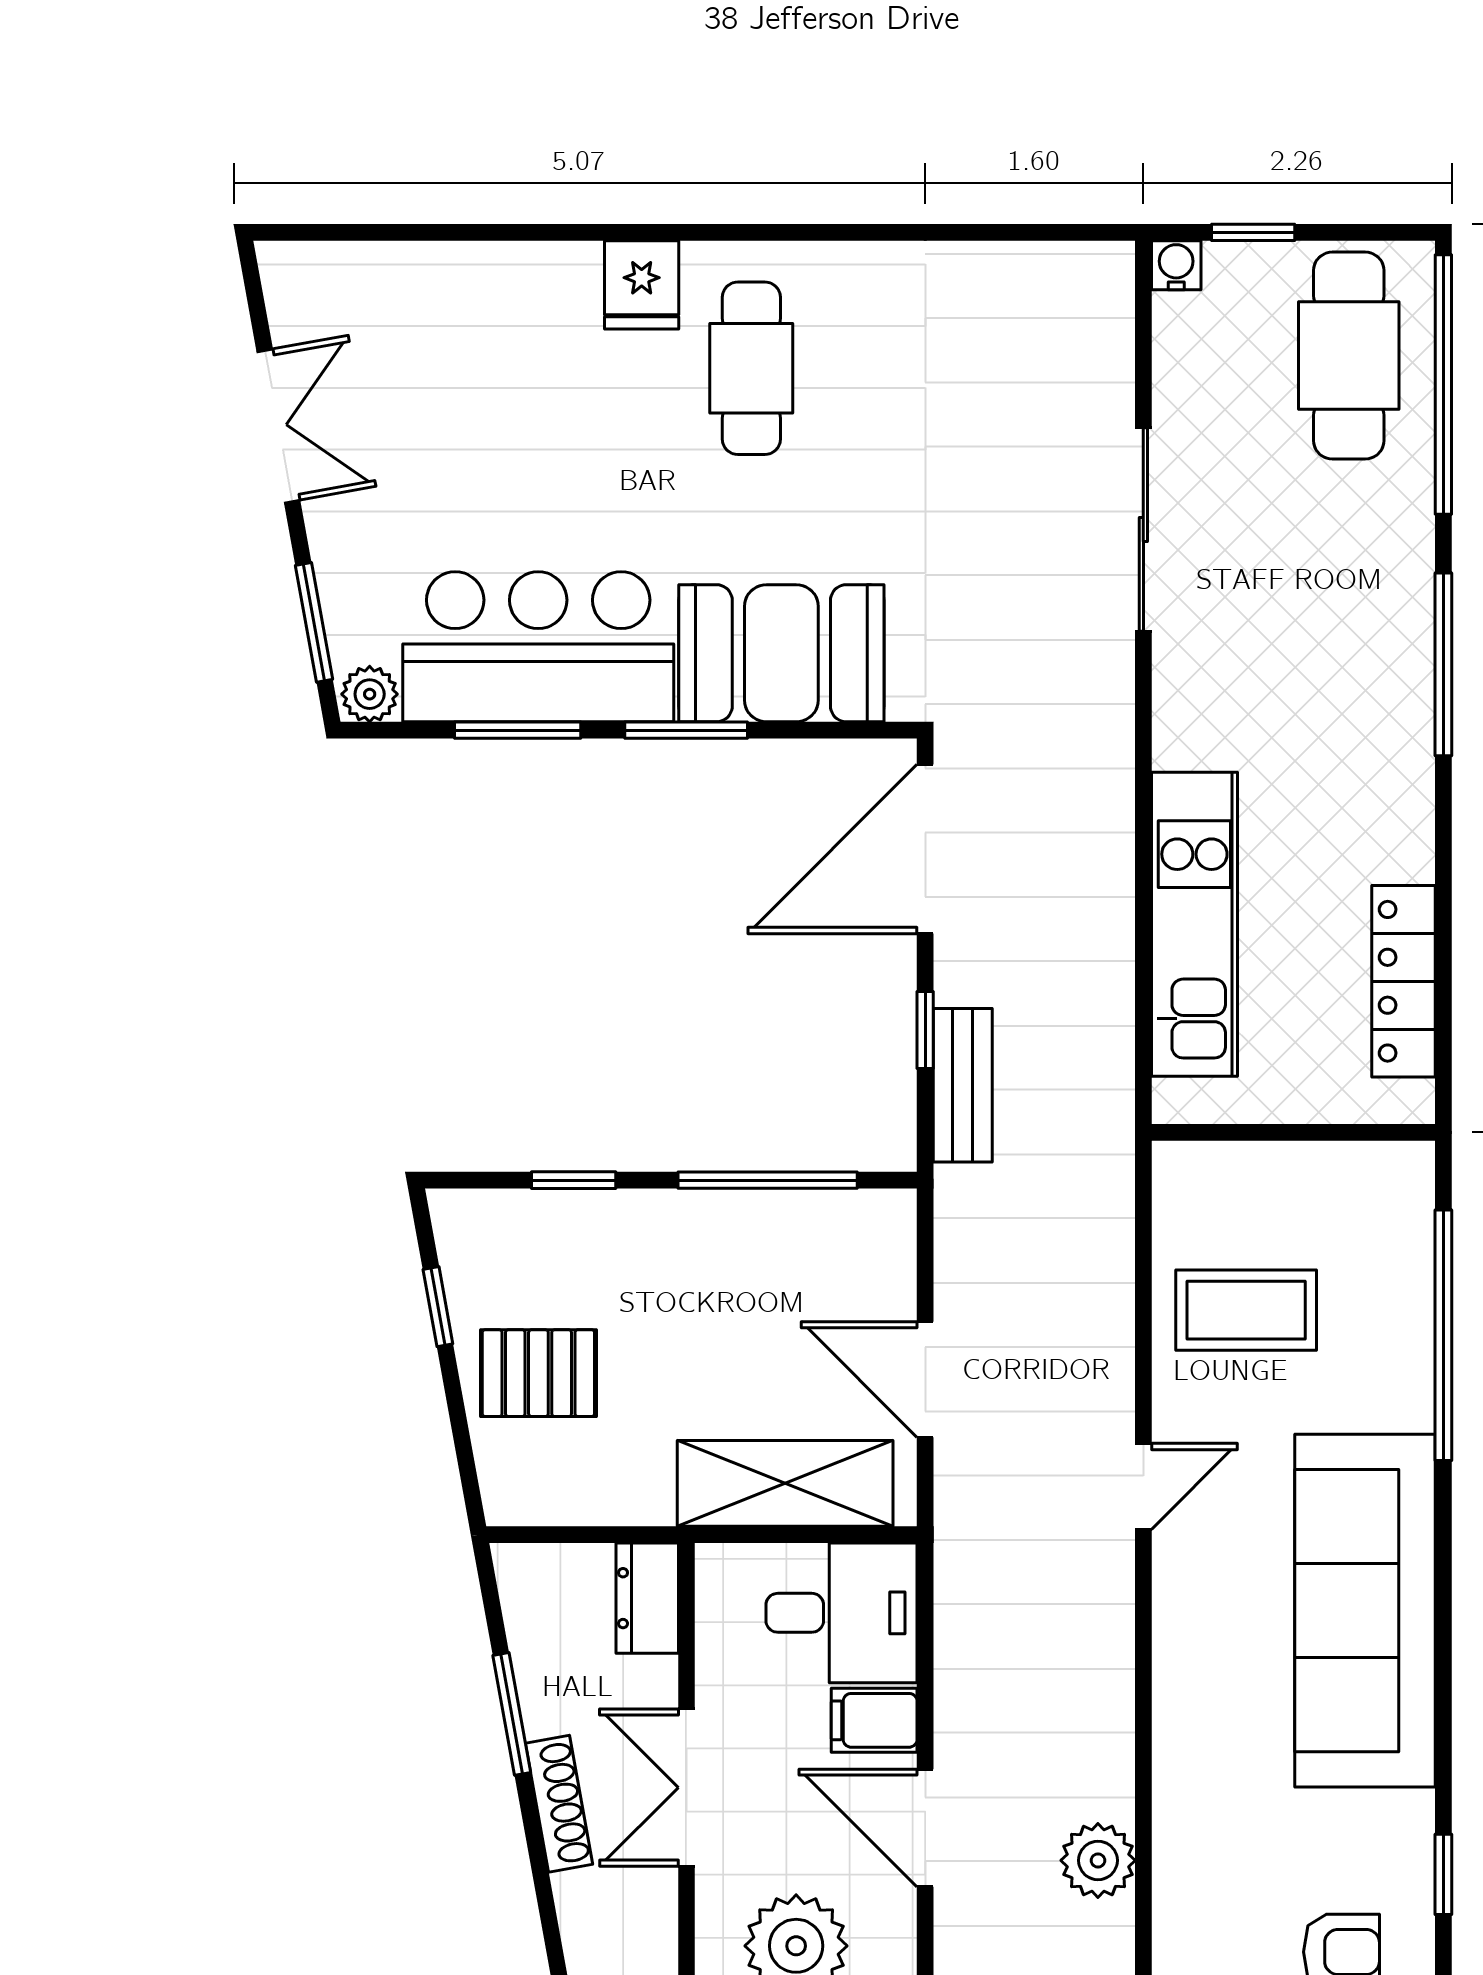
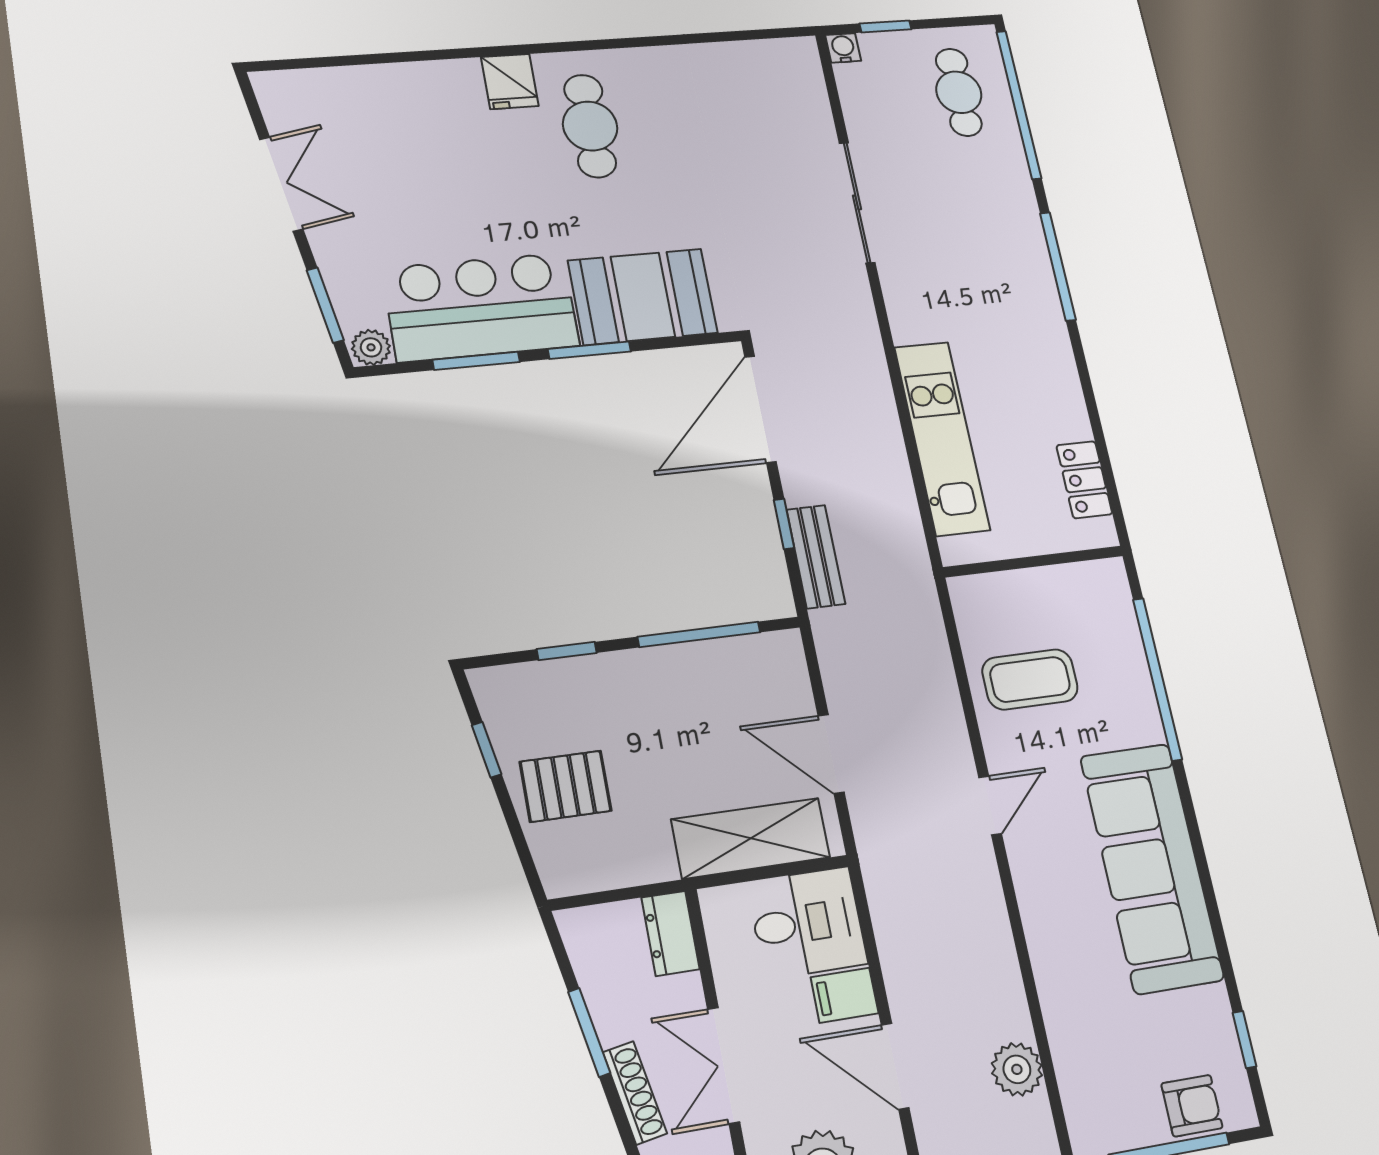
cafe table: (1349, 356) -> (959, 92), width x0.73, depth x0.74
locker: (1403, 981) -> (1084, 480), width x0.66

